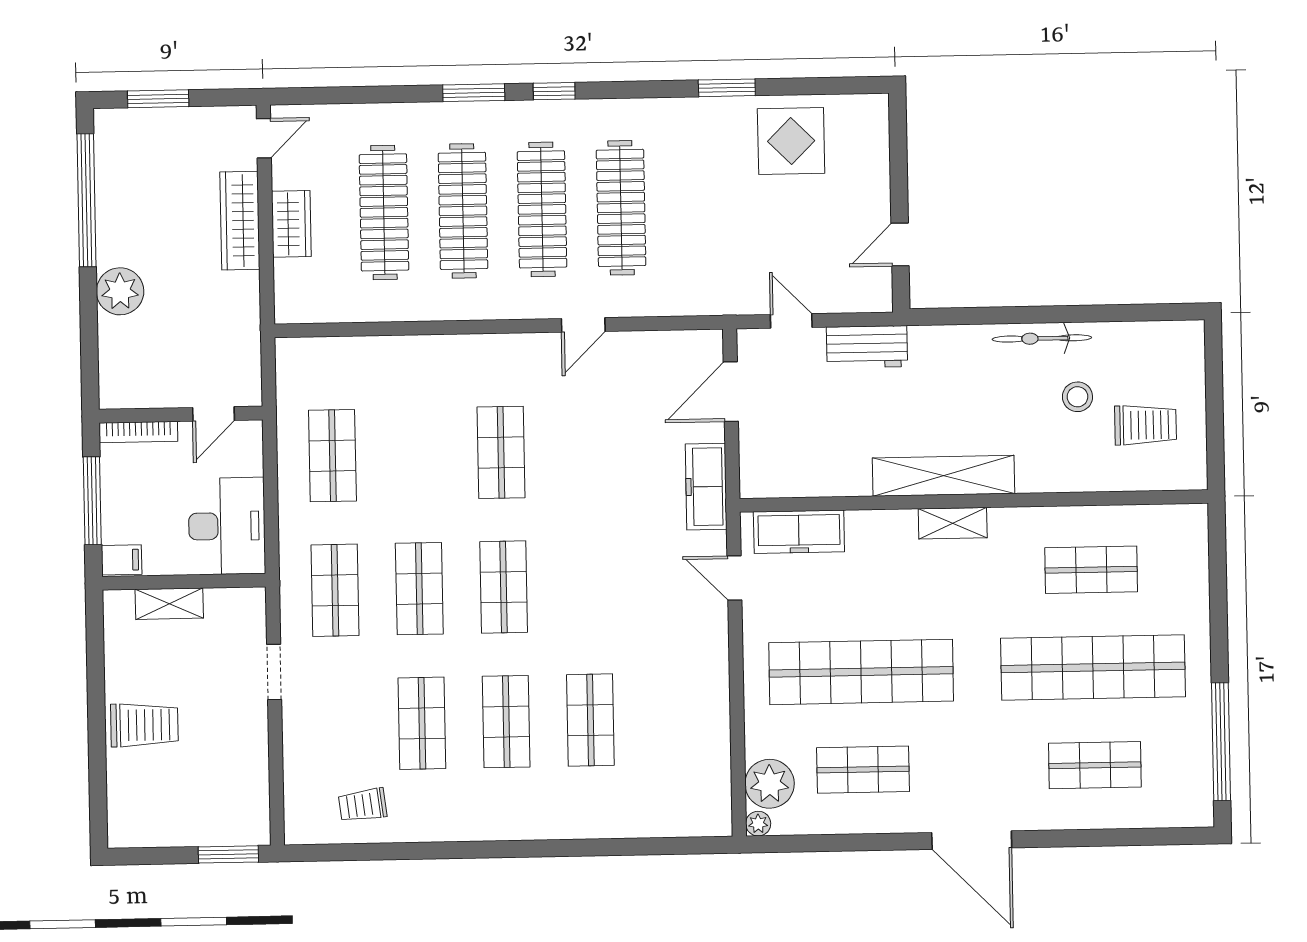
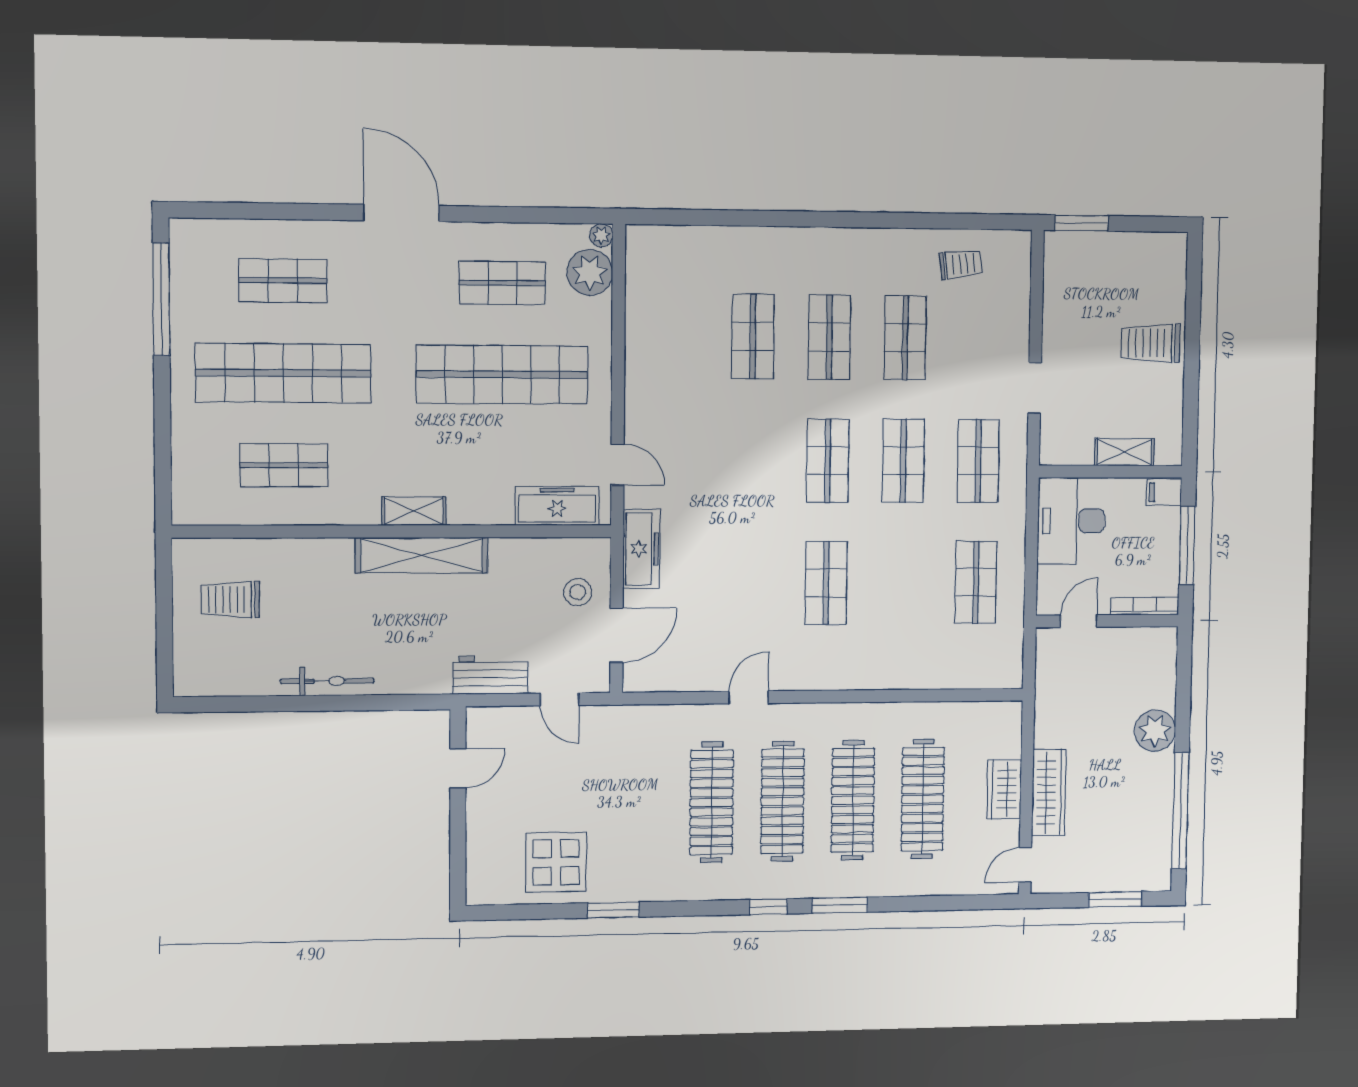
stool: (1077, 397) -> (578, 592), moved

